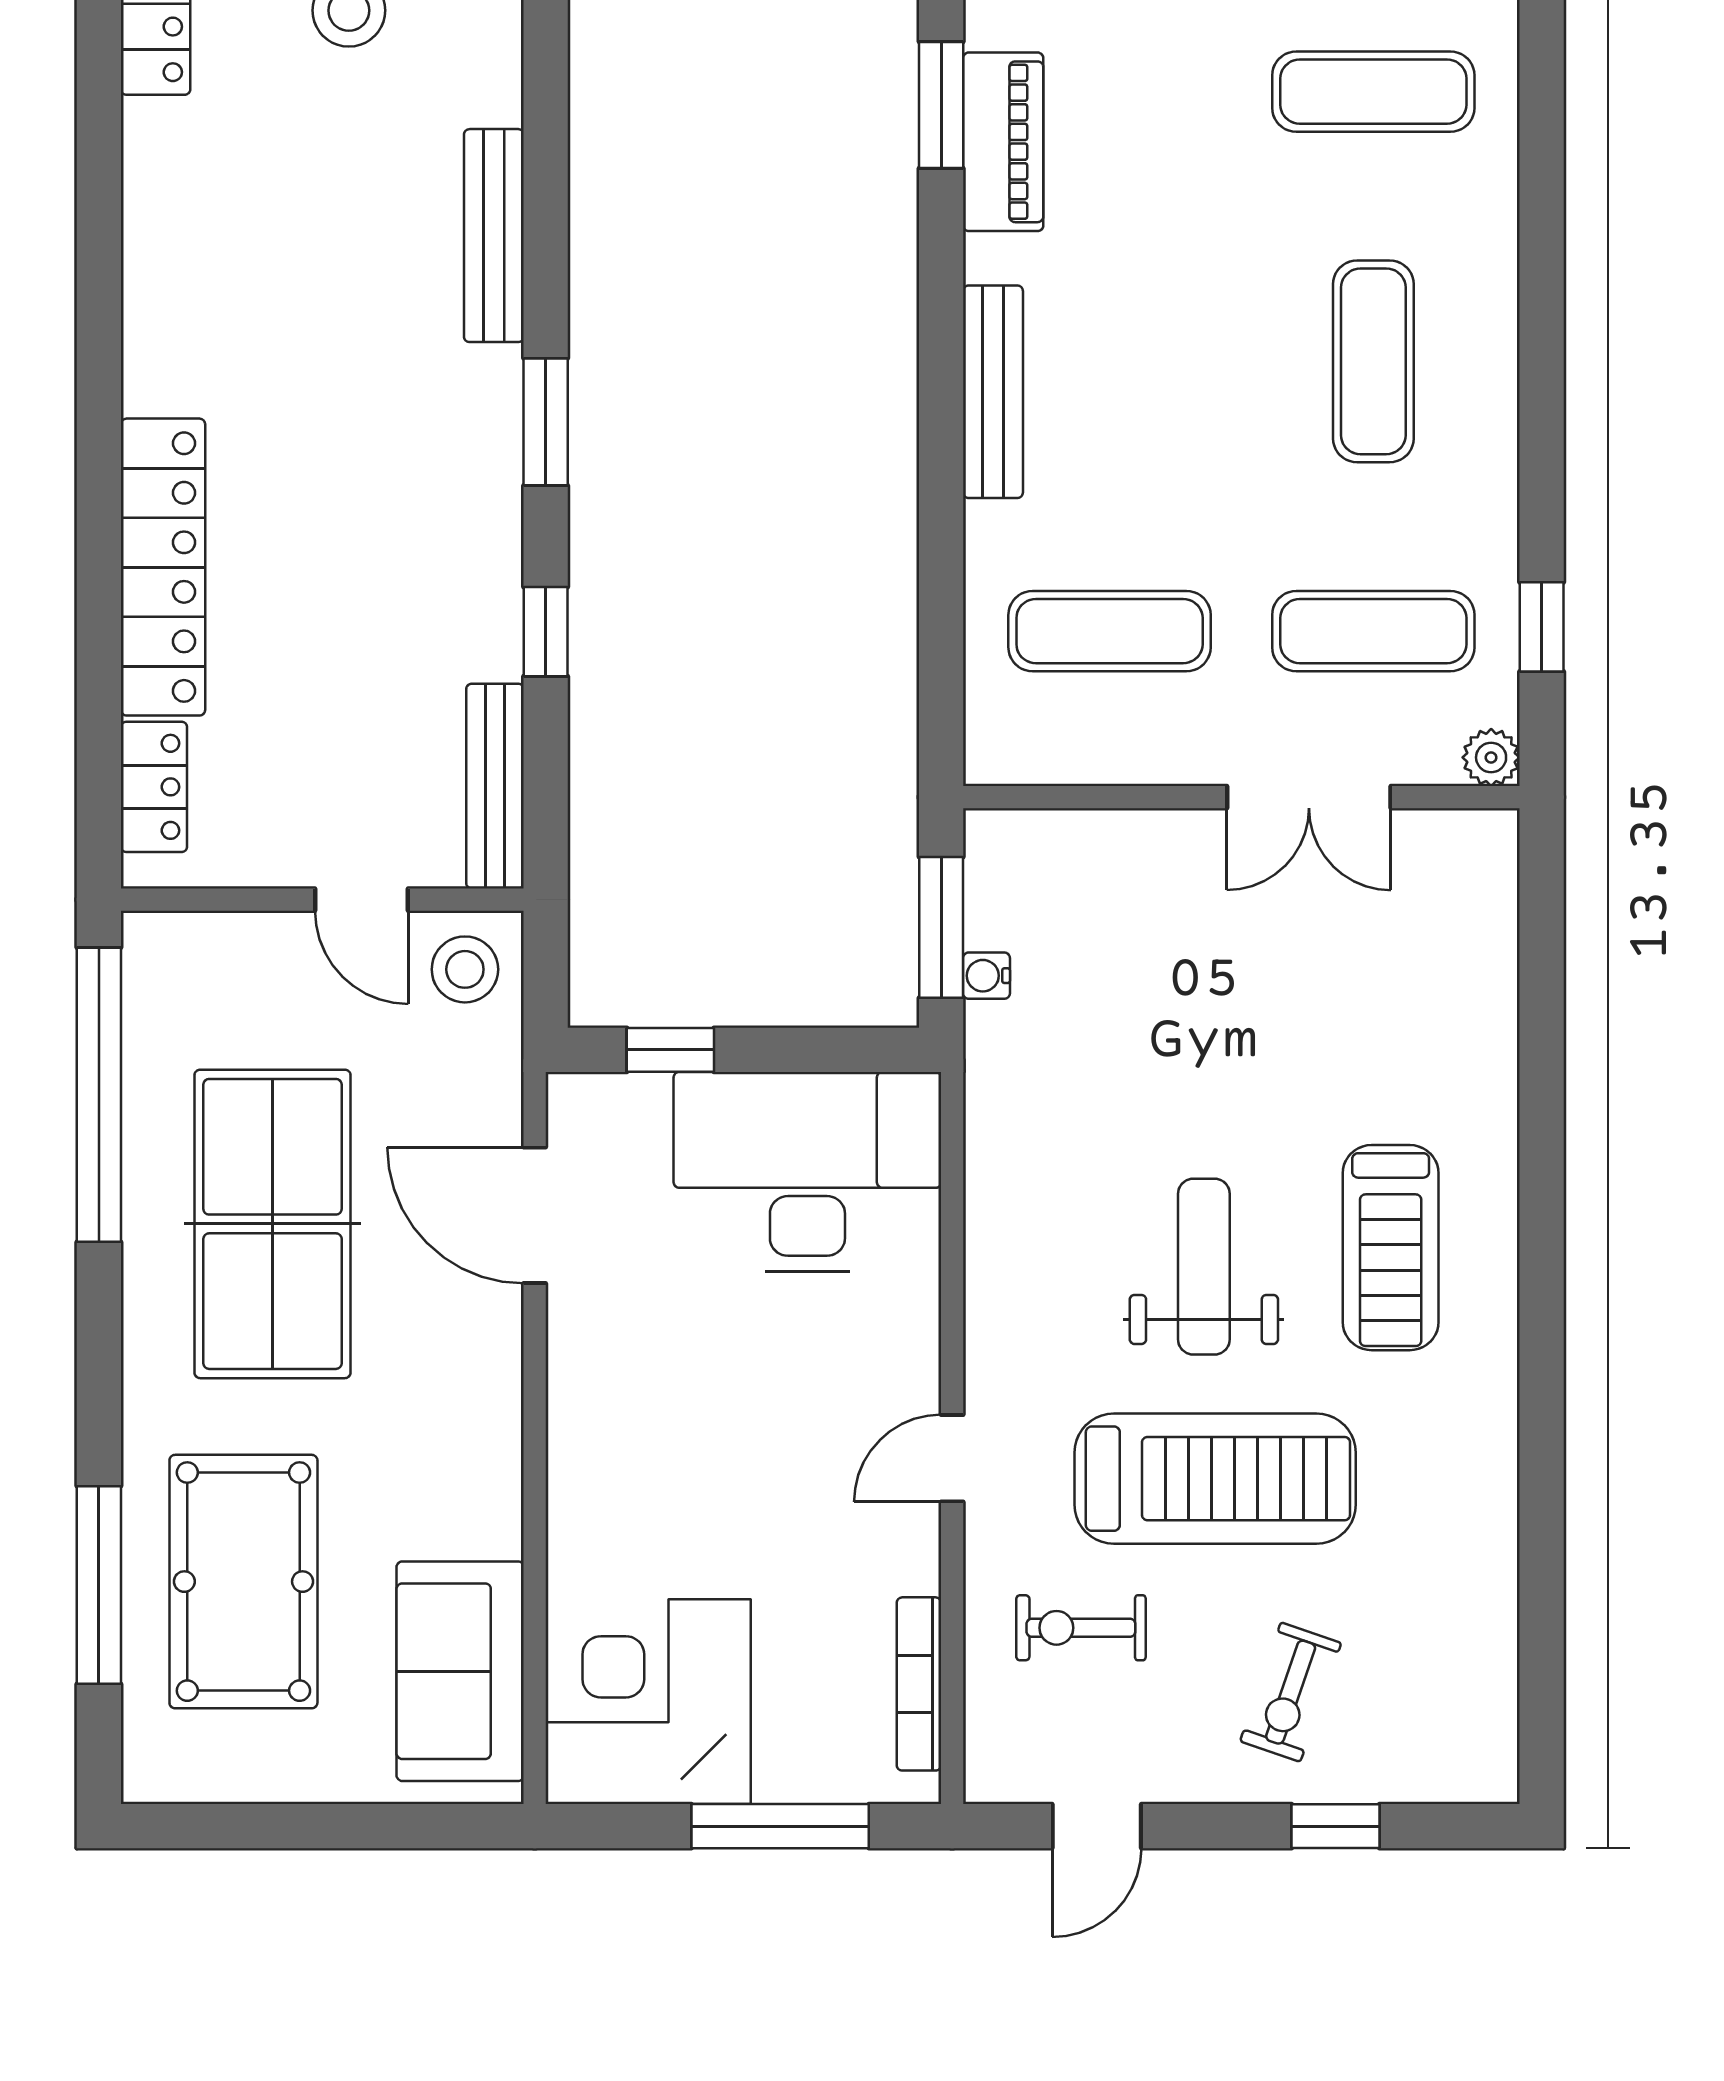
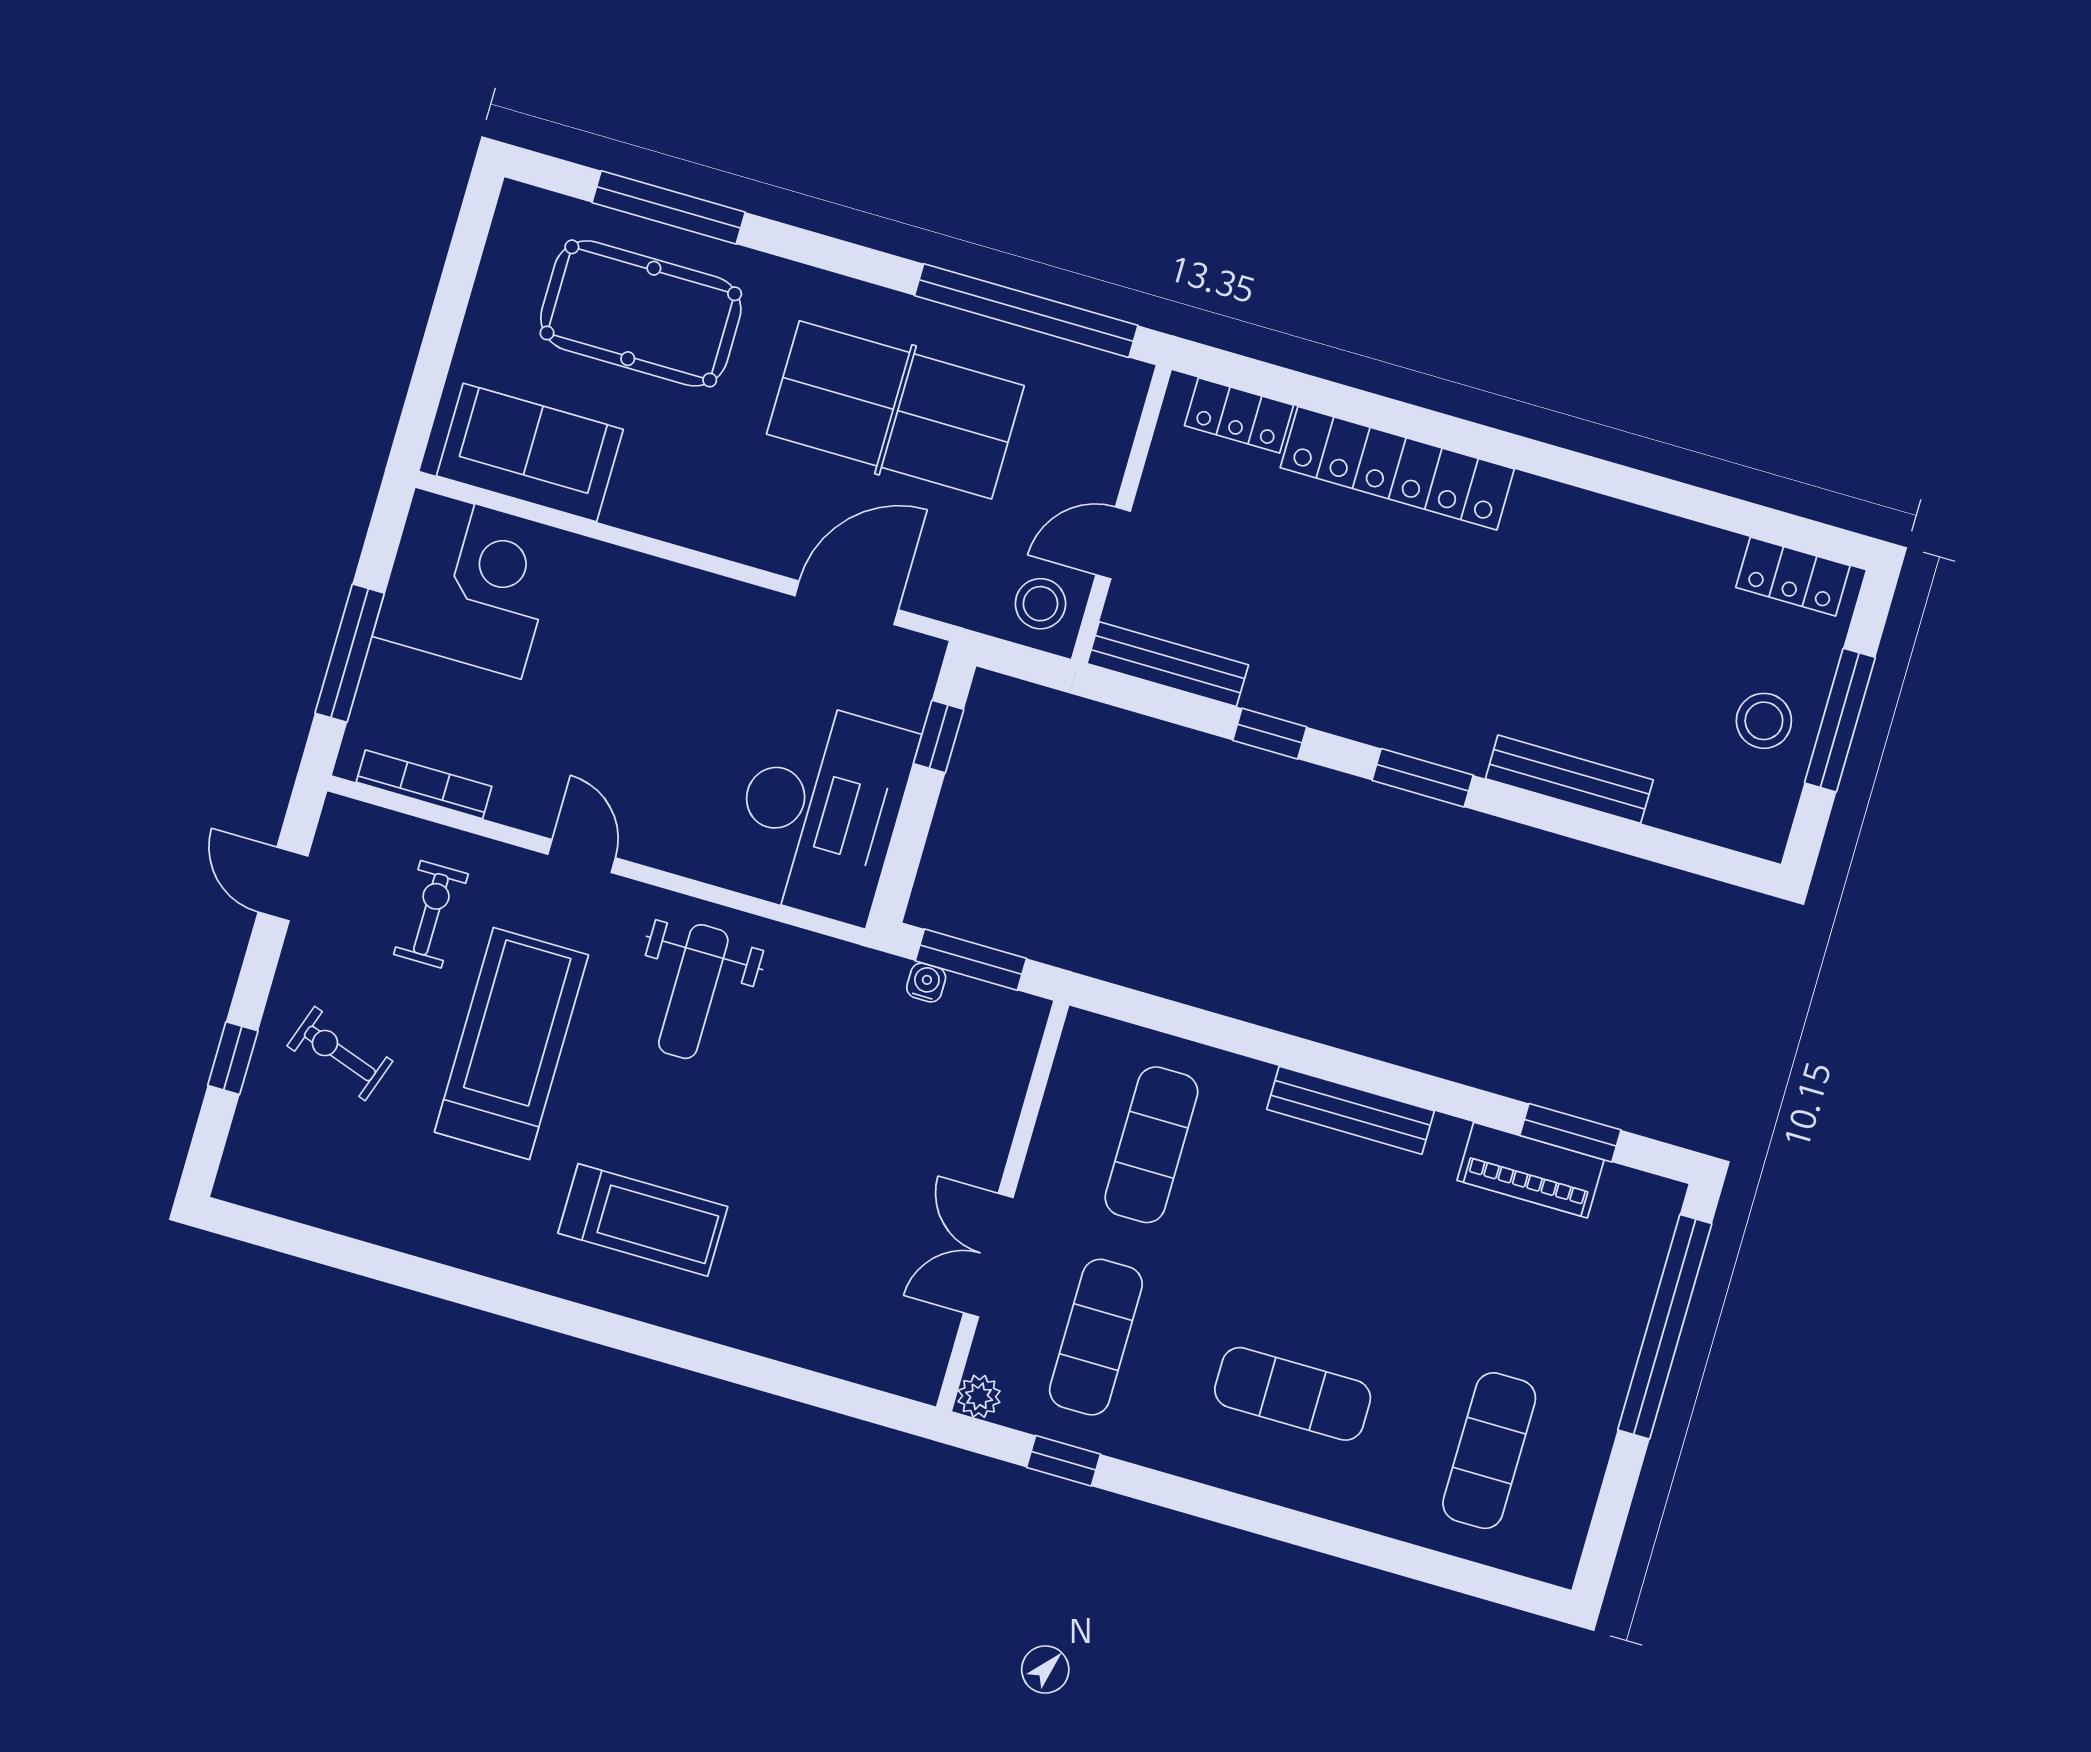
treadmill: (1391, 1248) -> (643, 1220), turned 180
weight bench: (1204, 1267) -> (693, 992), moved, turned 90
treadmill: (1215, 1479) -> (511, 1043), turned 180

